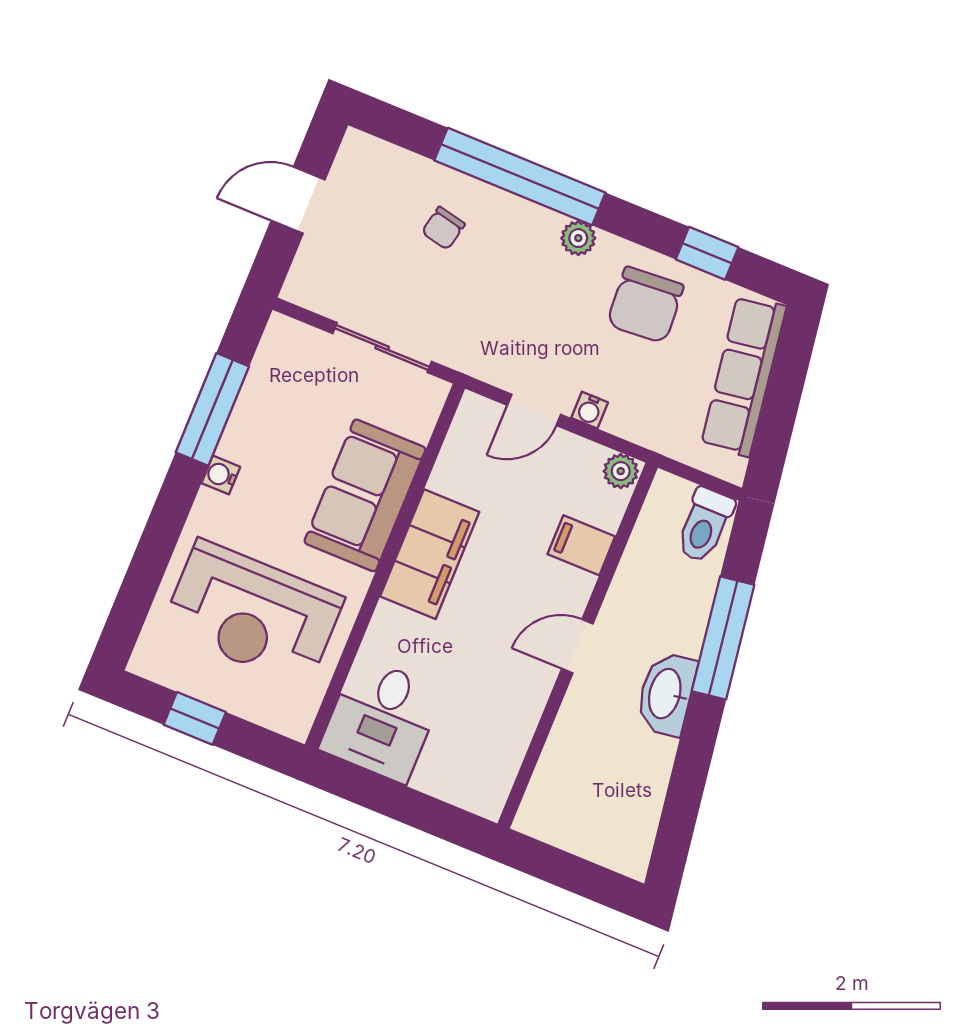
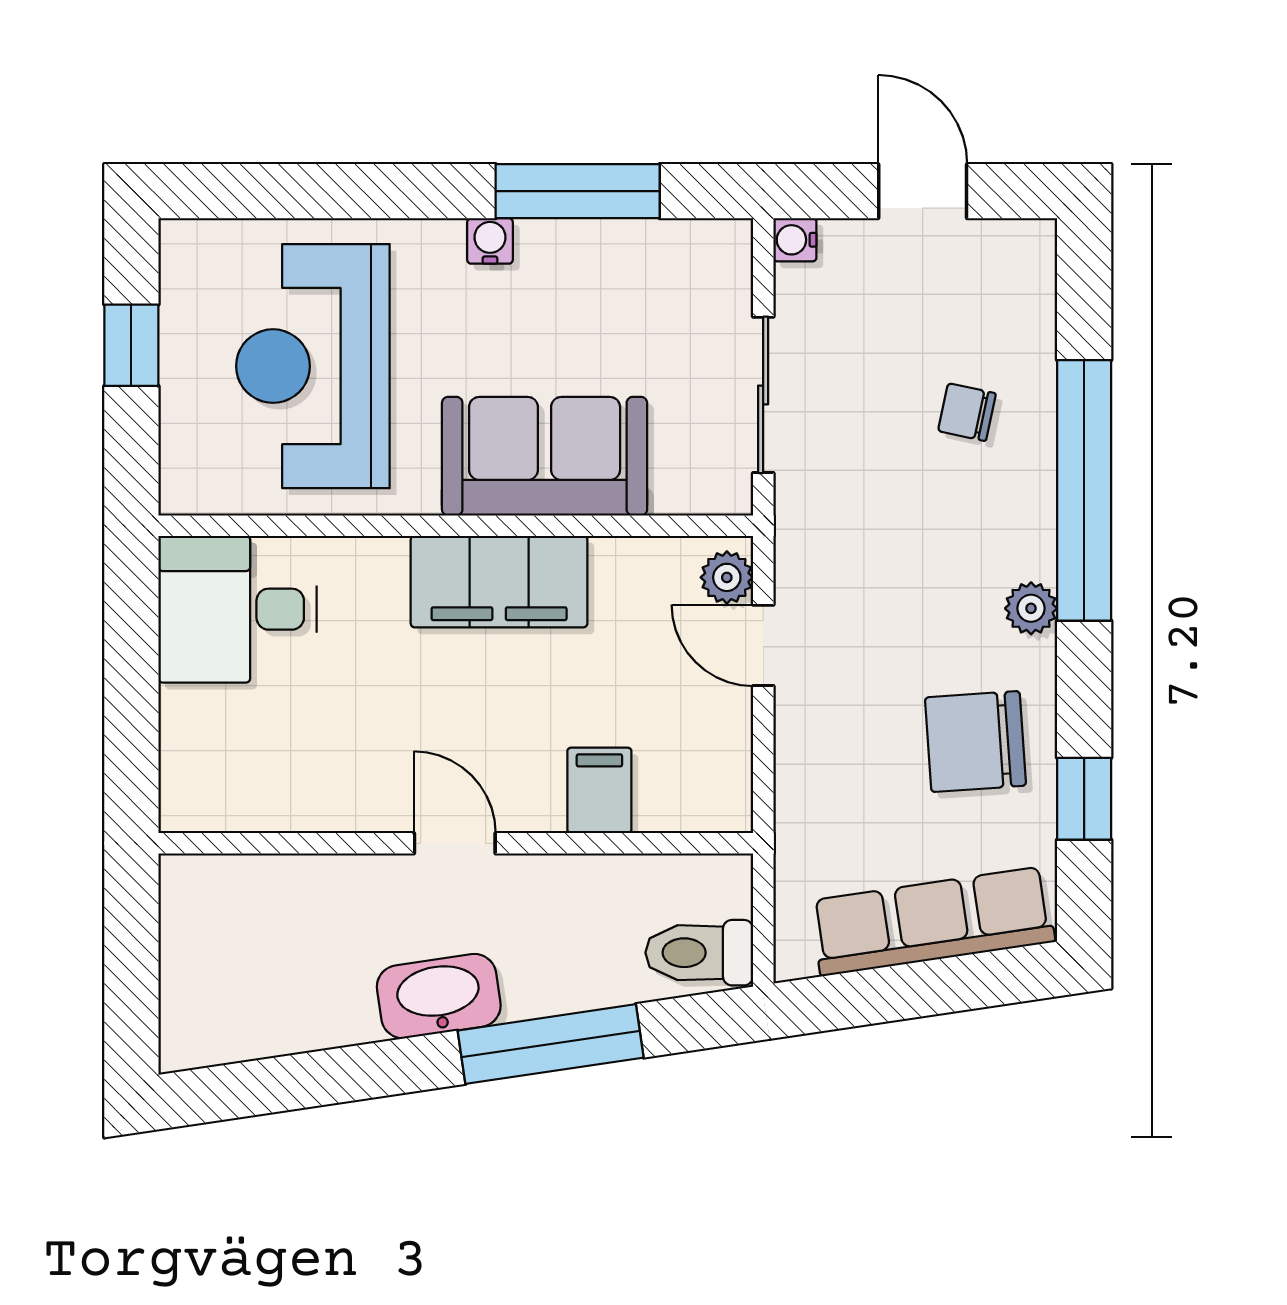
water cooler: (590, 410) -> (795, 240), moved
plant: (621, 471) -> (727, 577), moved

